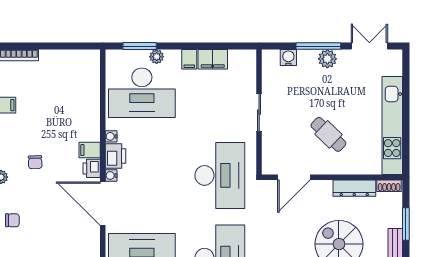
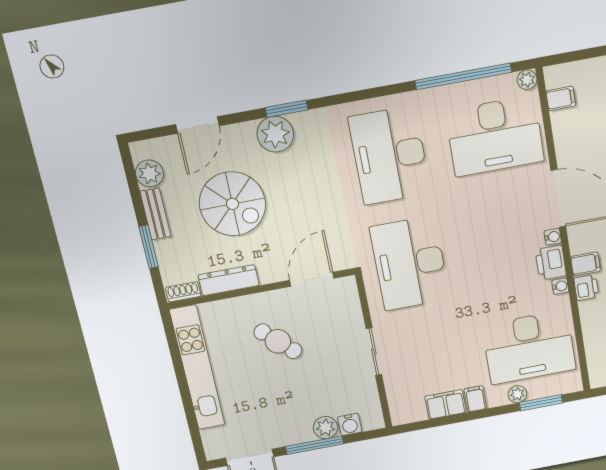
plant: (327, 59) -> (325, 428), moved
desk: (142, 93) -> (529, 347), turned 180
printer: (92, 168) -> (586, 288), moved

